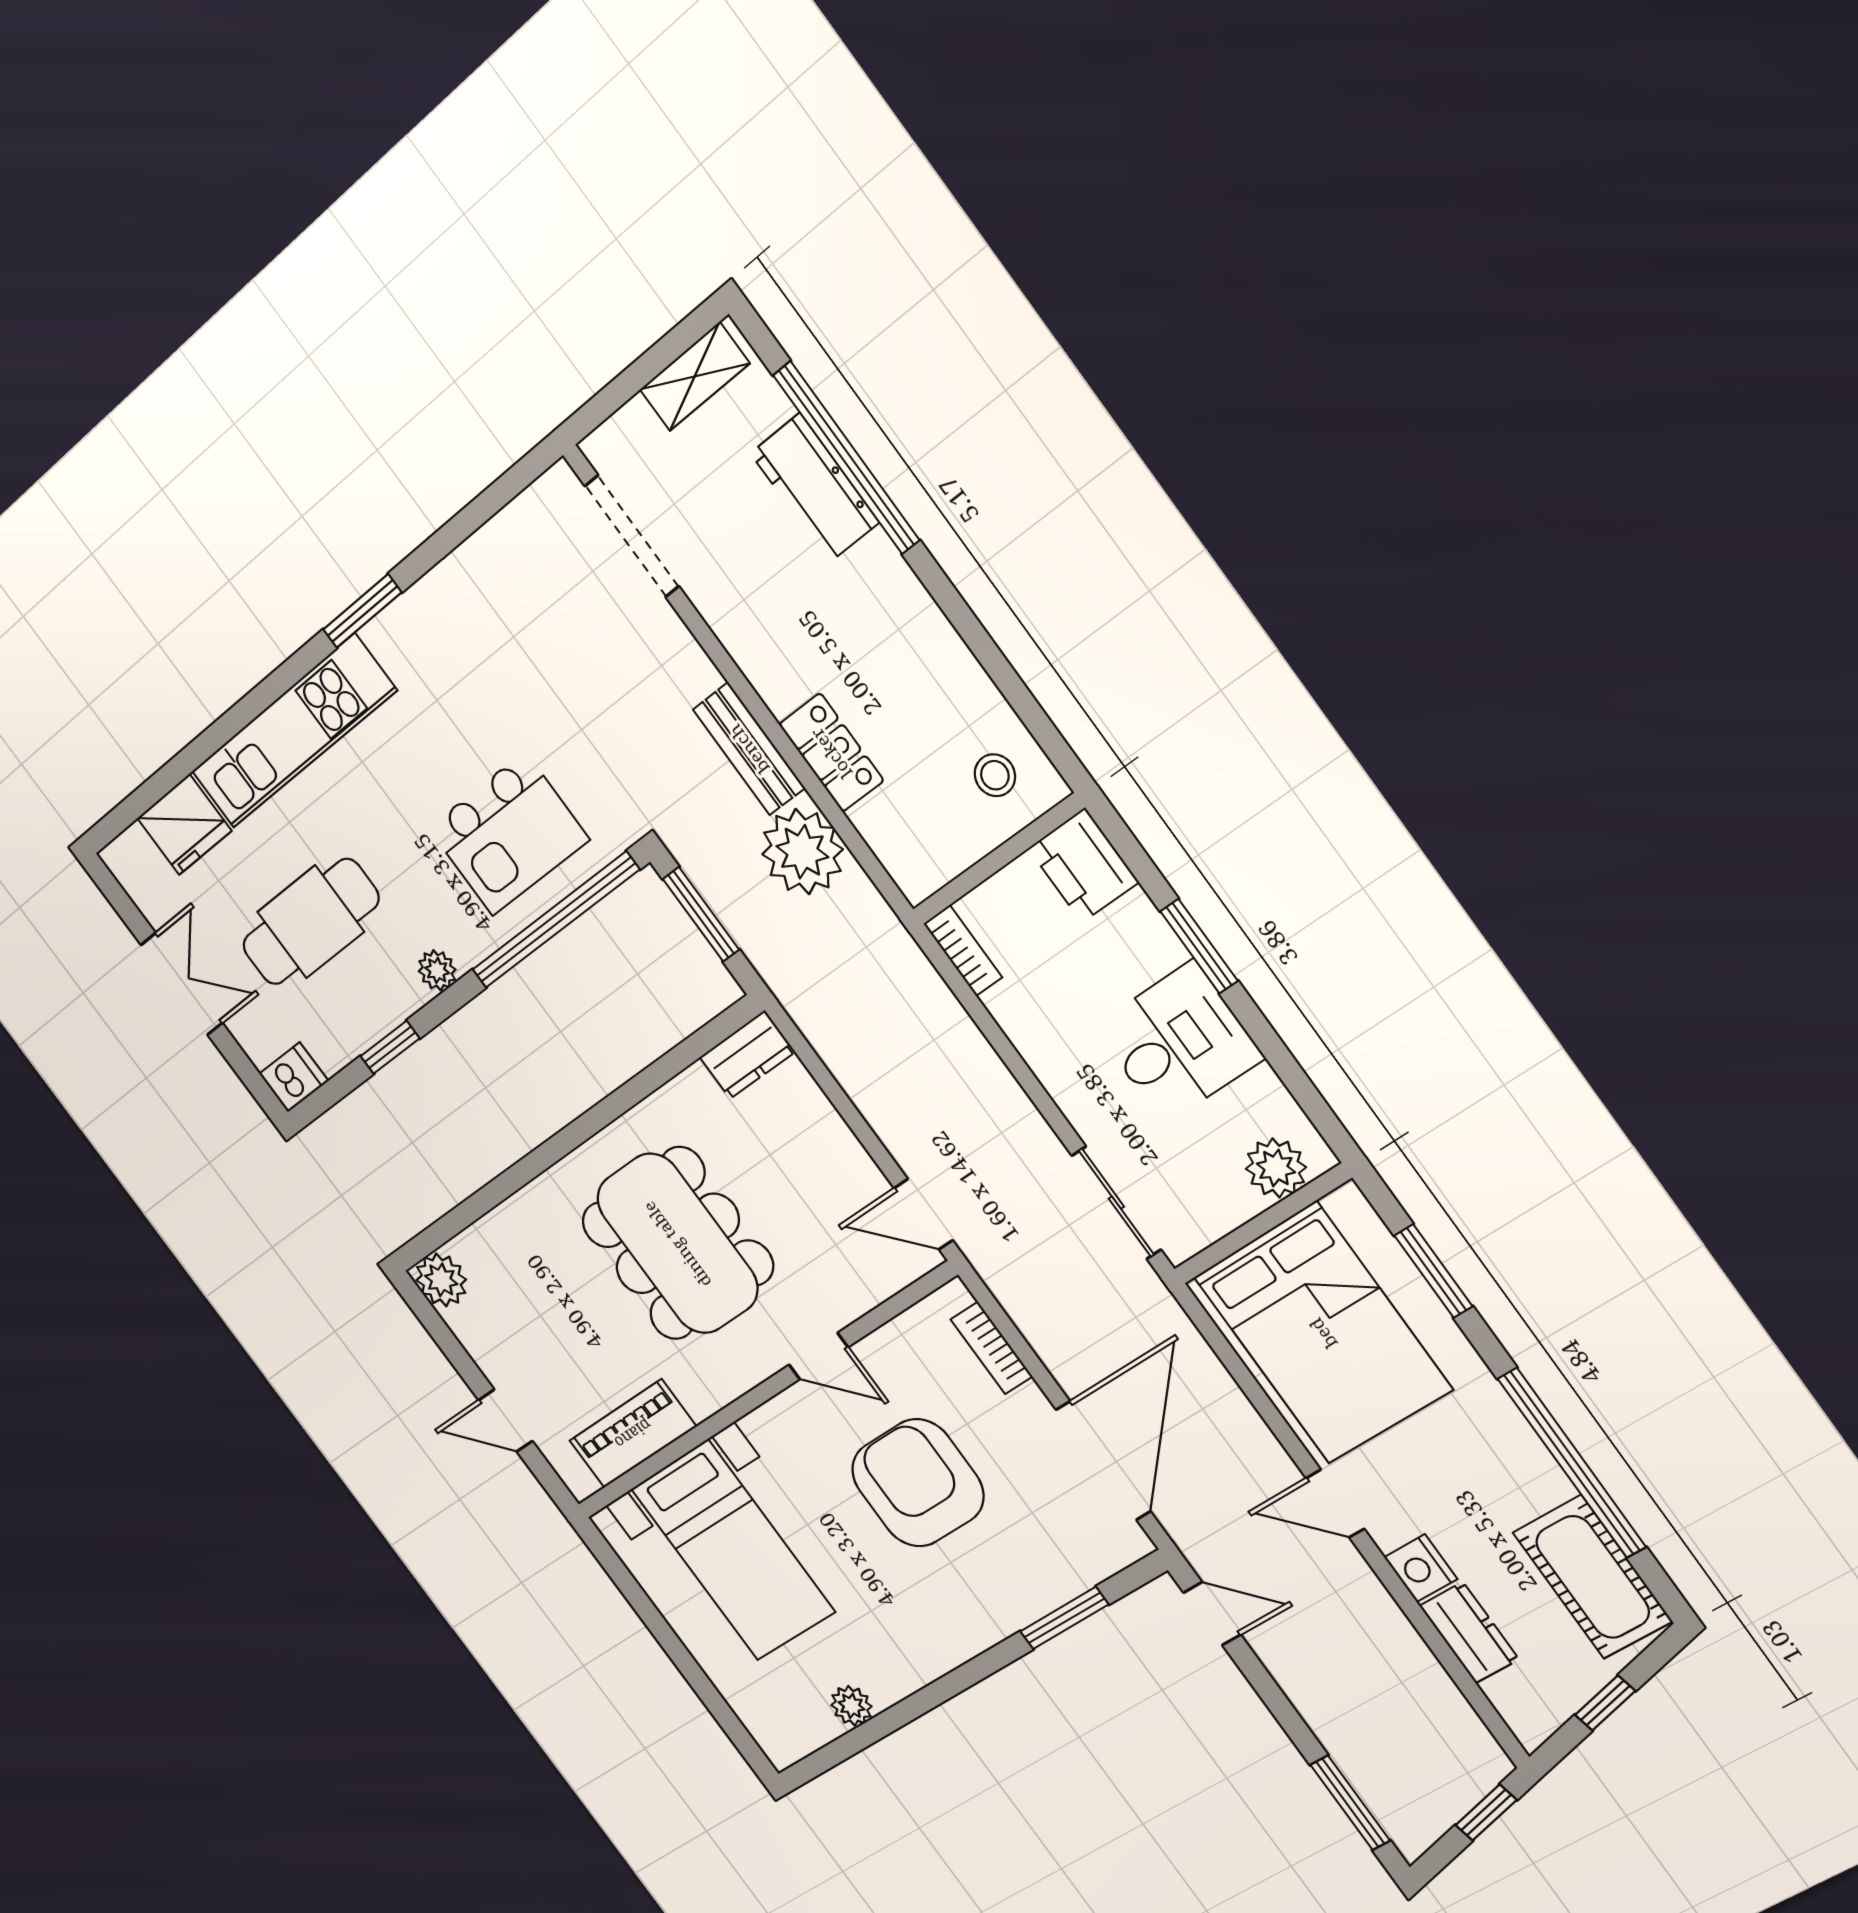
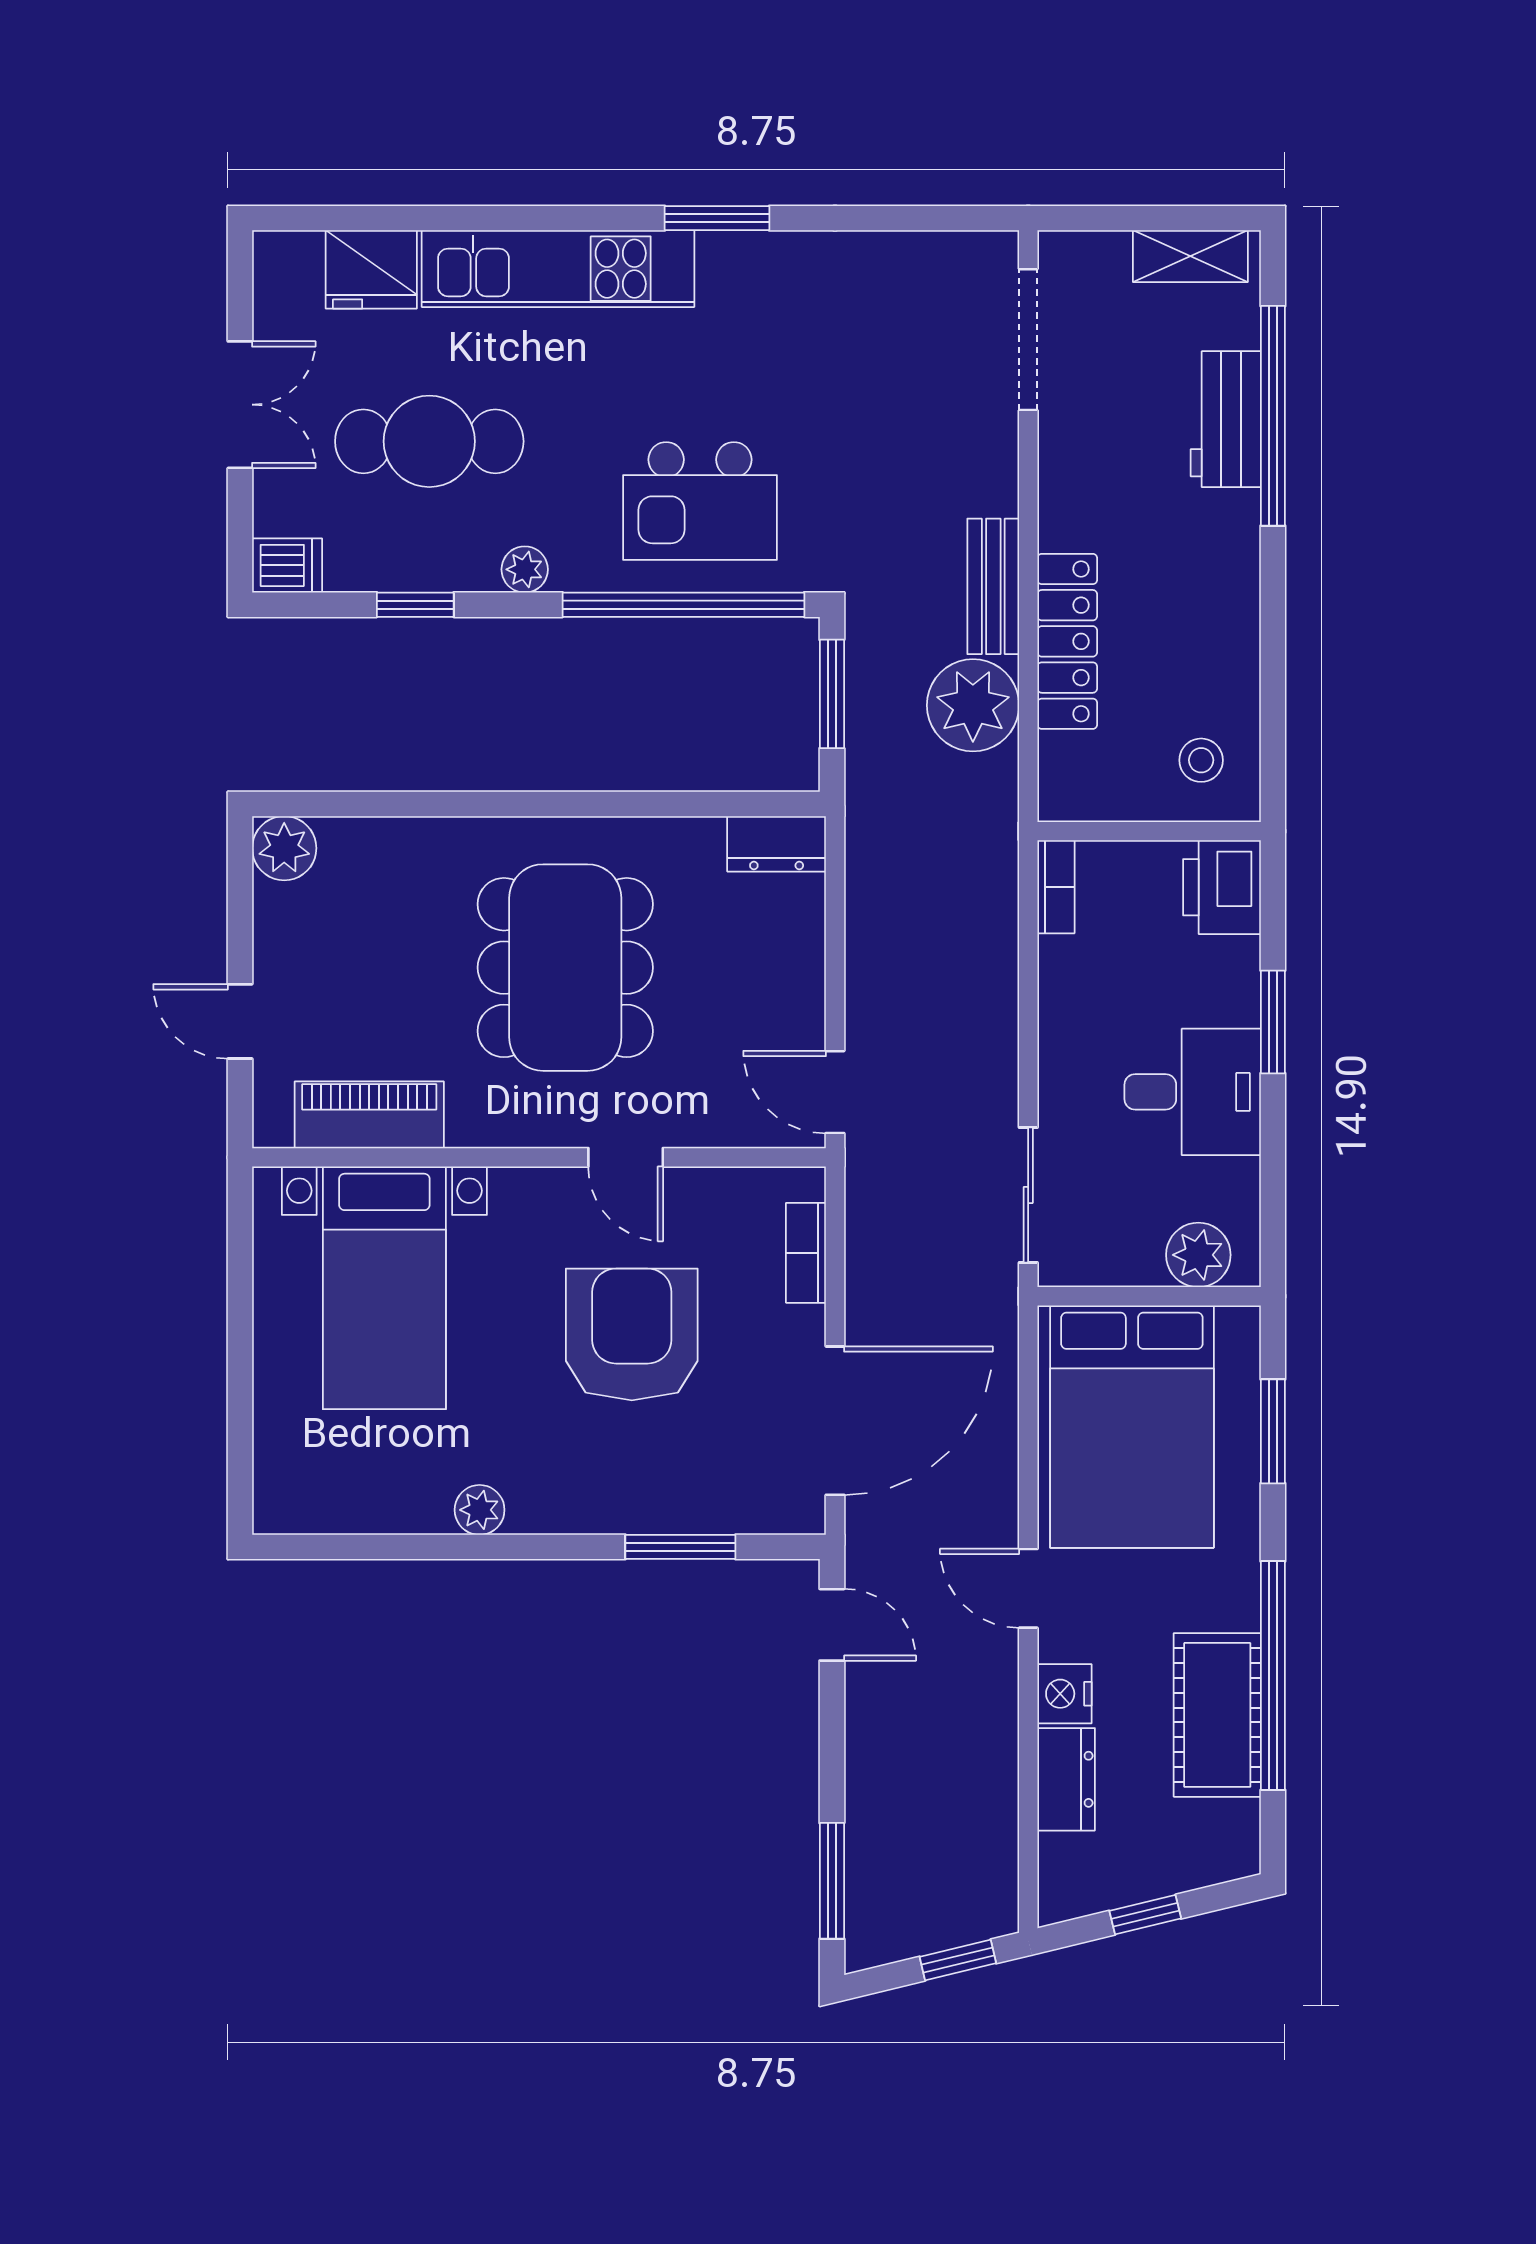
locker: (831, 753) -> (1067, 641), width x1.53
cot: (1593, 1577) -> (1217, 1715), moved
plant: (851, 1706) -> (480, 1510), moved

